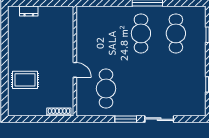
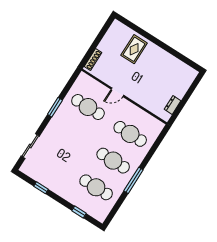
dresser: (29, 11) -> (173, 105), moved
cafe table: (106, 33) -> (130, 134), added
sliding door: (159, 119) -> (30, 146), moved

